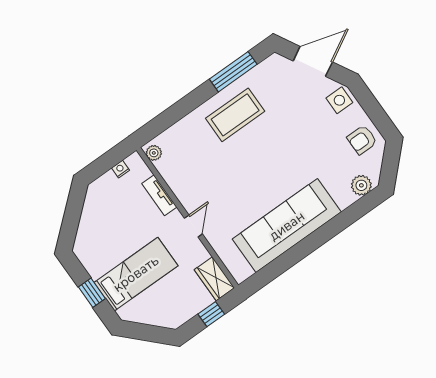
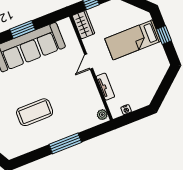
window: (233, 72) -> (65, 143), moved
coffee table: (235, 115) -> (35, 112), moved
window: (302, 249) -> (22, 29), added

